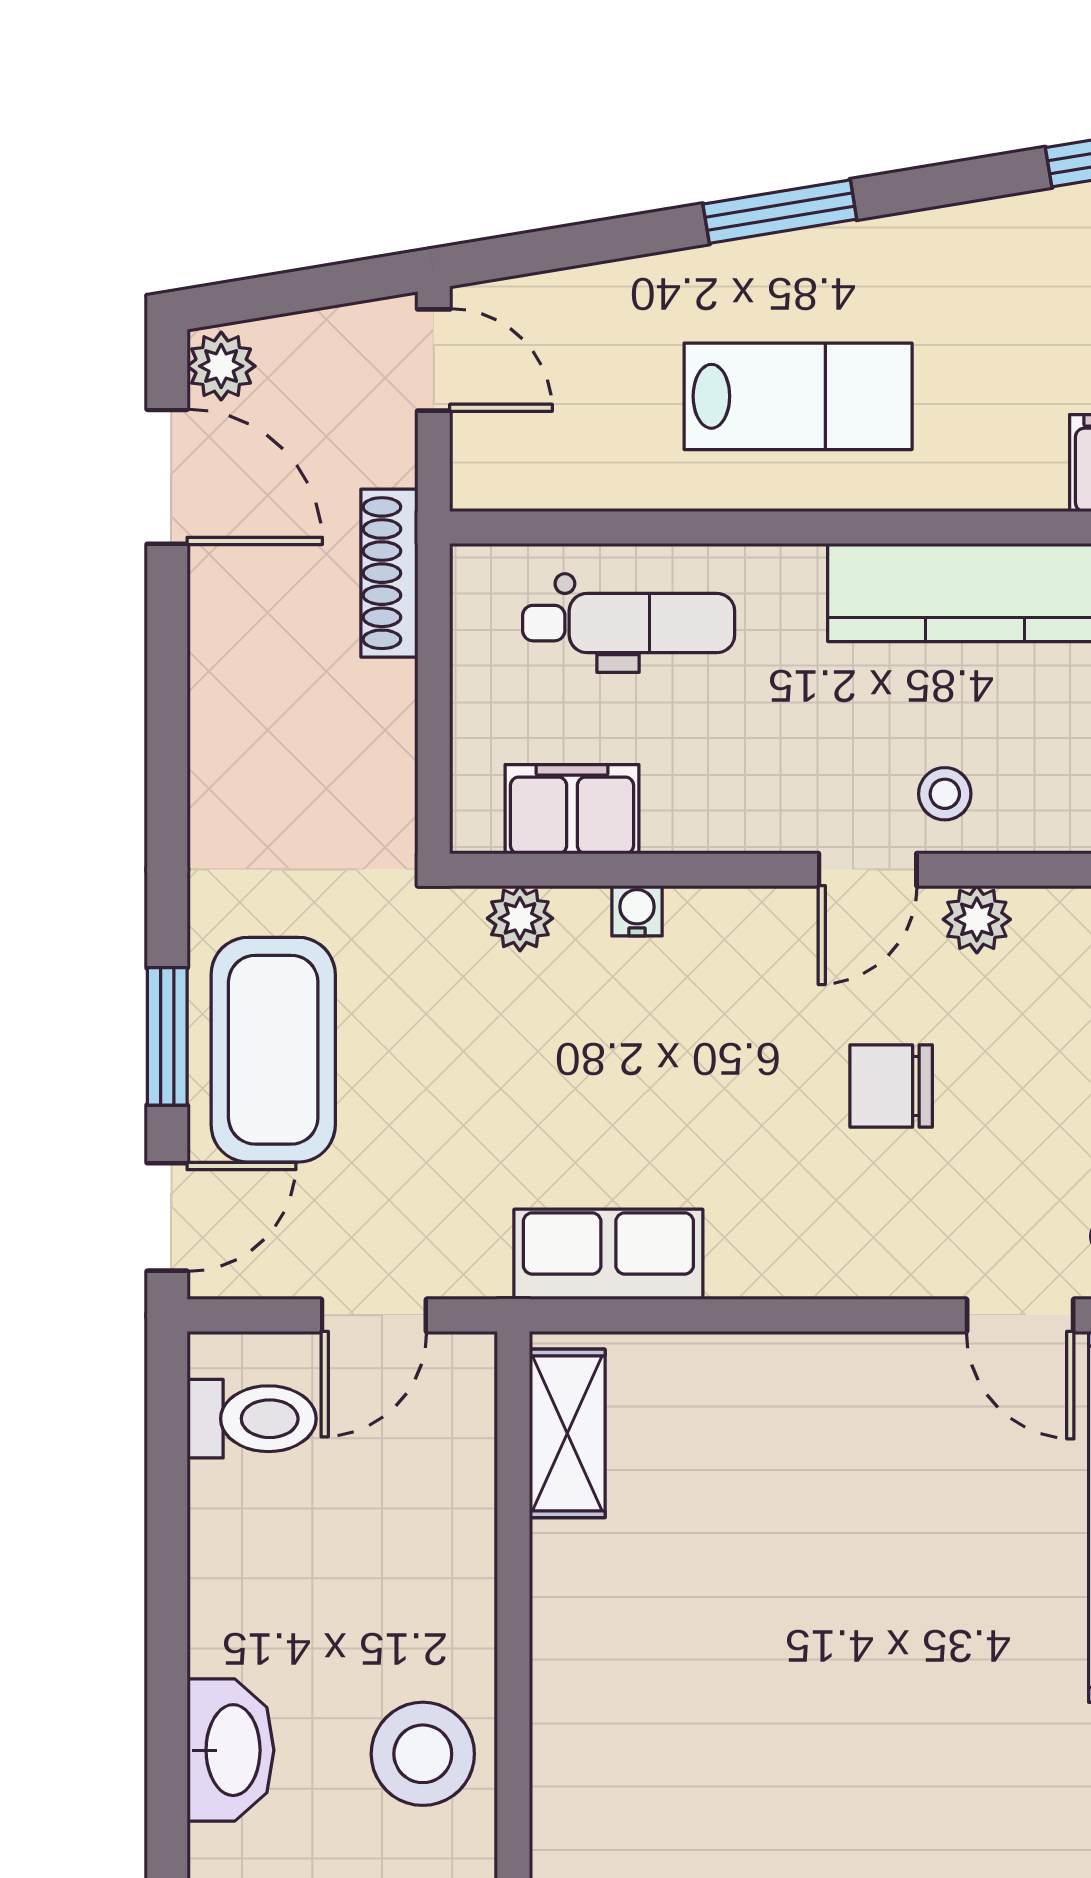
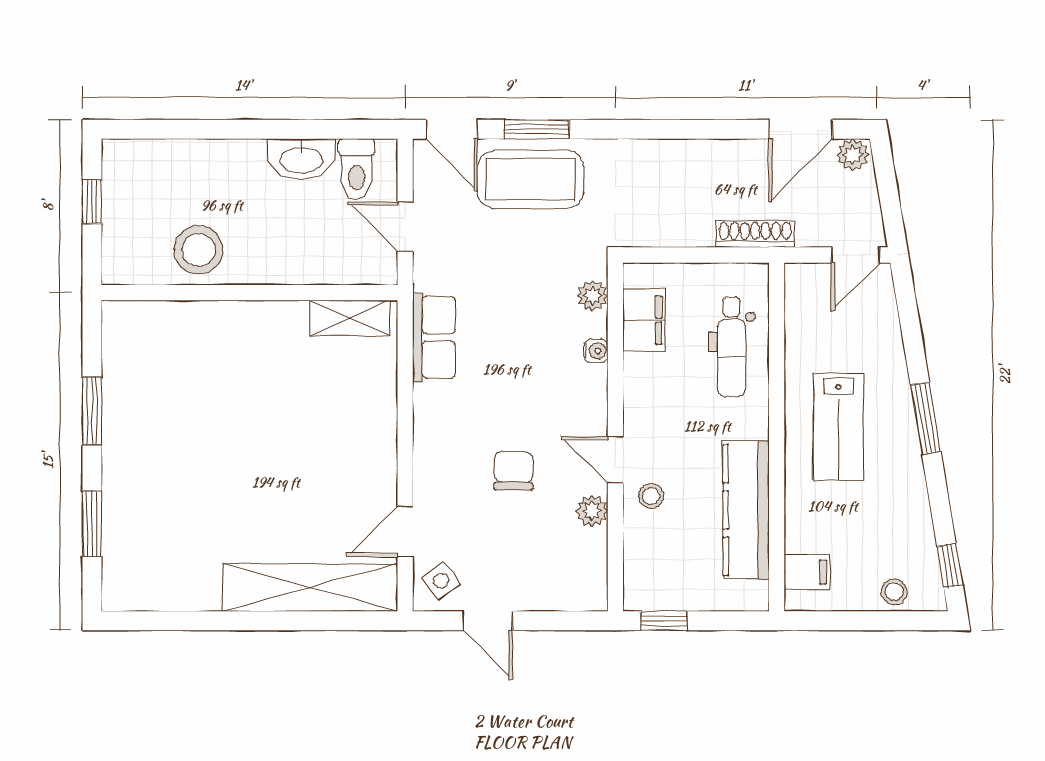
washbasin: (230, 1750) -> (301, 159), moved

